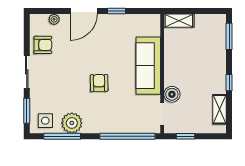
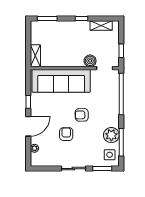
door: (84, 11) -> (28, 126), hinge flipped
armchair: (43, 45) -> (66, 134), moved
sofa: (148, 66) -> (61, 81), width x1.36, depth x1.27

